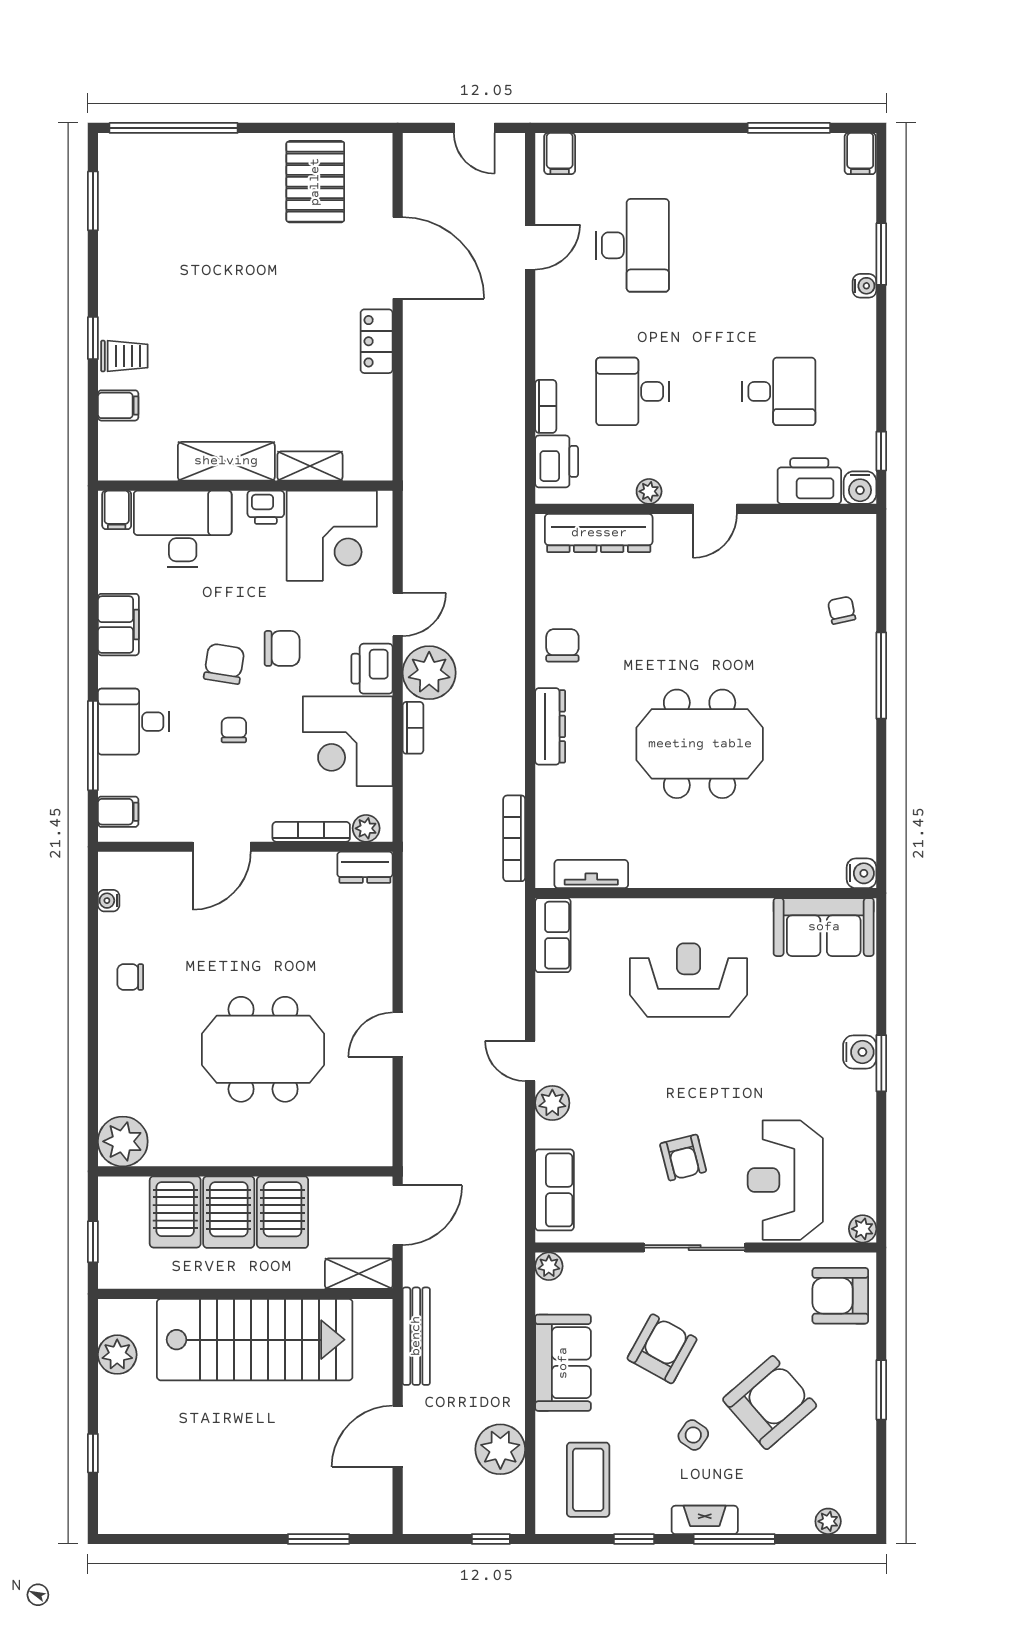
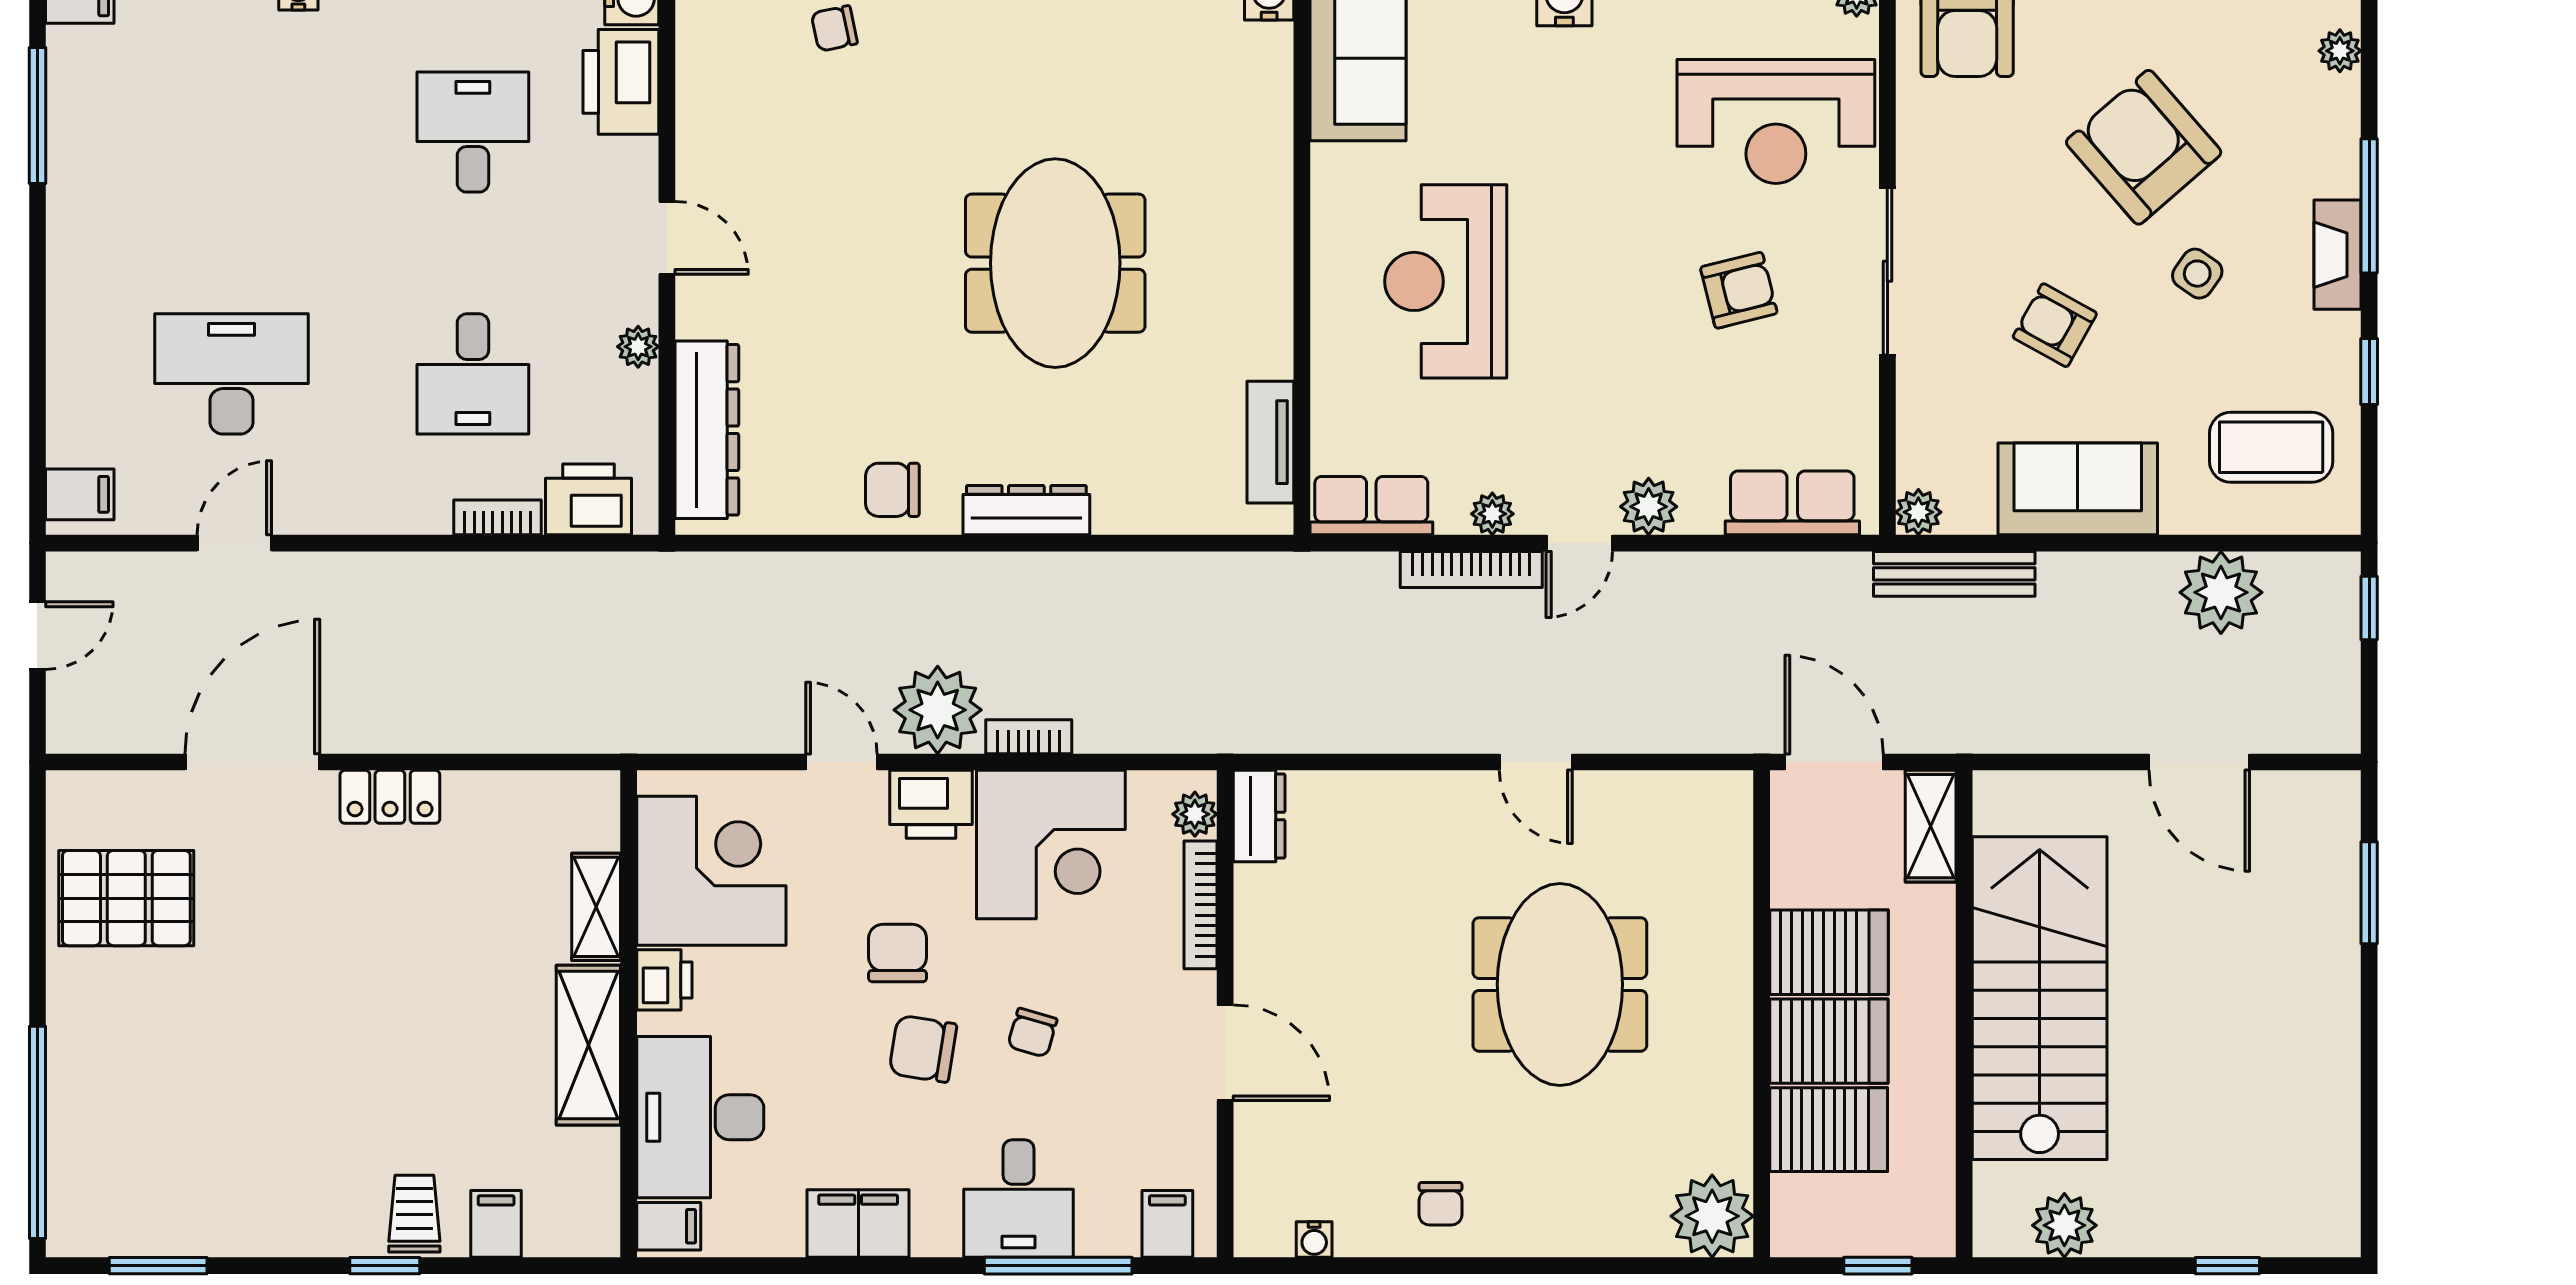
door: (530, 247) -> (234, 543), hinge flipped
chair: (234, 730) -> (1032, 1033), turned -74
bookcase: (514, 838) -> (1471, 569), moved
plant: (548, 1008) -> (1492, 514), added
bench: (416, 1336) -> (1954, 574), moved
armchair: (662, 1349) -> (2055, 325), width x0.72, depth x0.72

